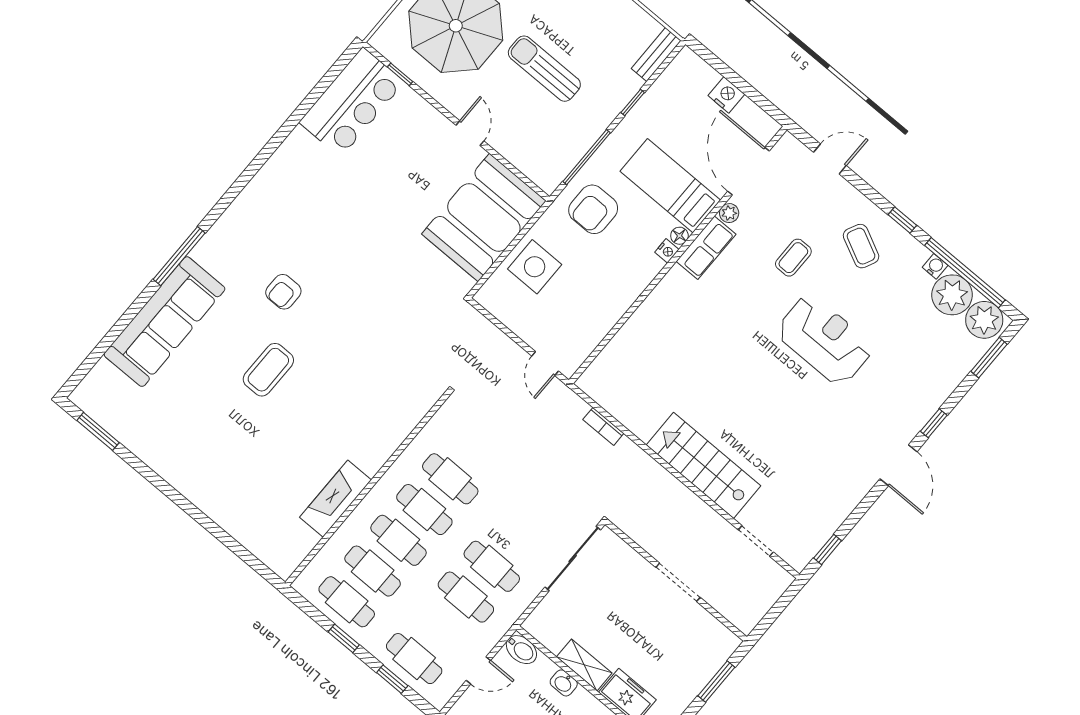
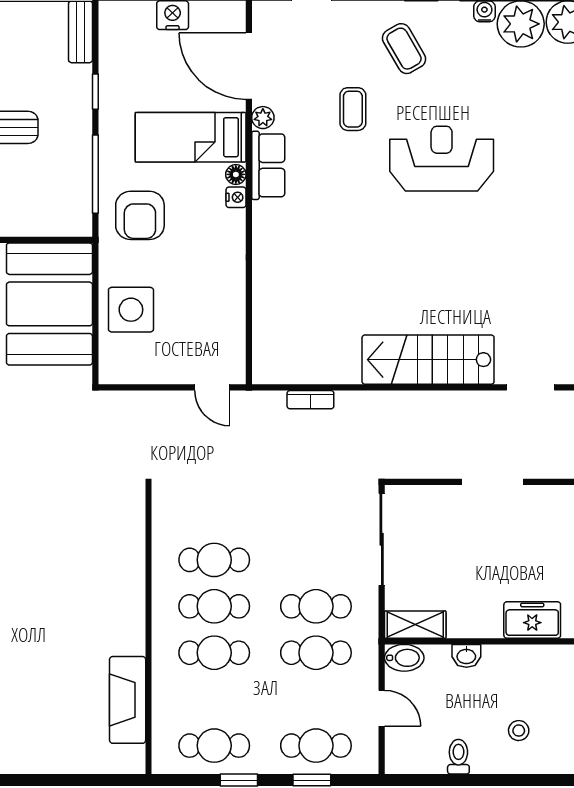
coffee table: (861, 246) -> (404, 49), turned 34
fireplace: (336, 499) -> (128, 700), moved
cafe table: (373, 571) -> (214, 699), removed
shelving: (584, 665) -> (415, 625), moved
door: (478, 670) -> (382, 708), hinge flipped

